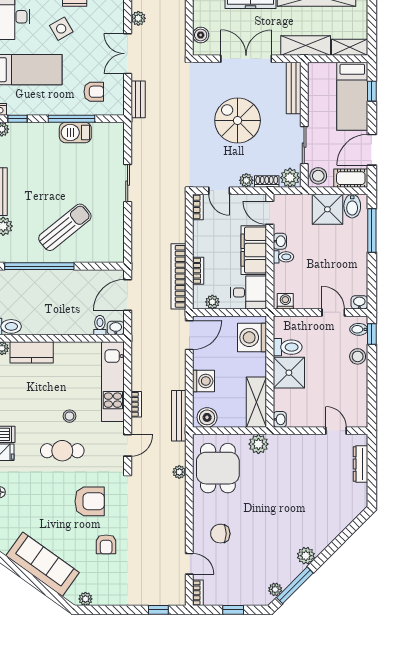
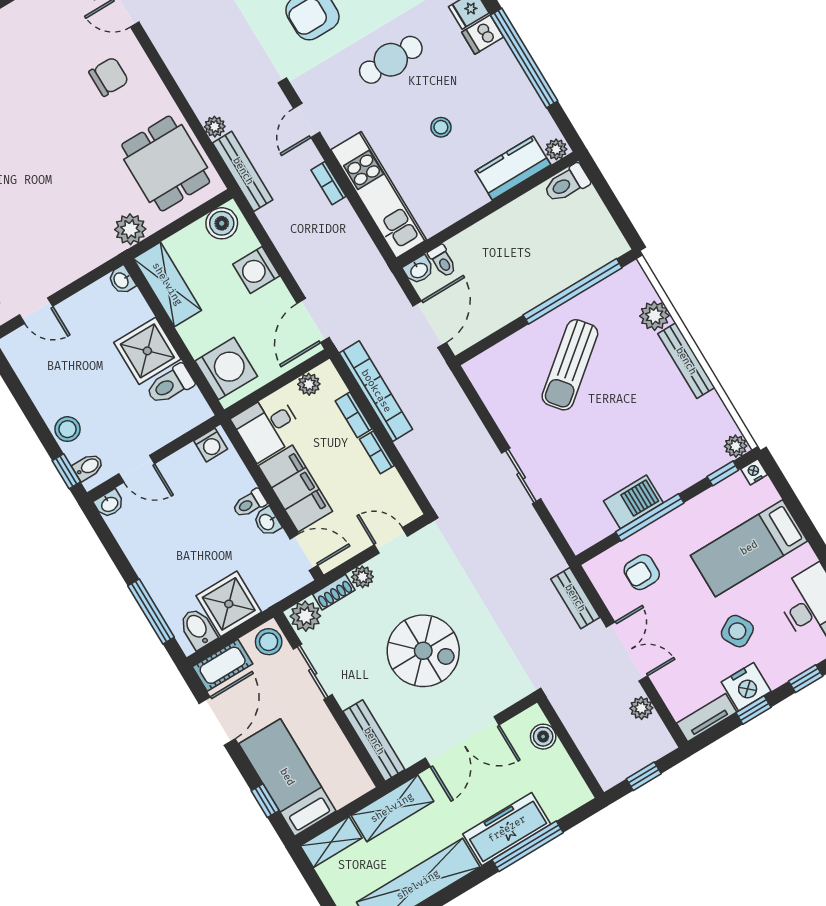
bookcase: (198, 207) -> (377, 452), moved
stool: (70, 416) -> (441, 127), moved
bench: (179, 416) -> (243, 171), moved

